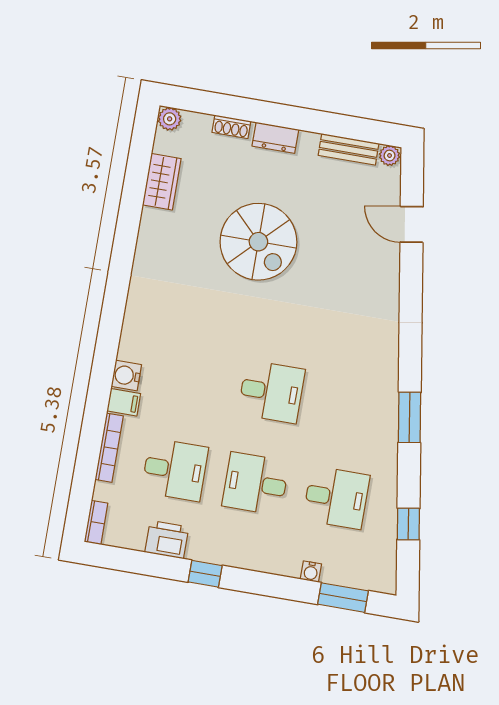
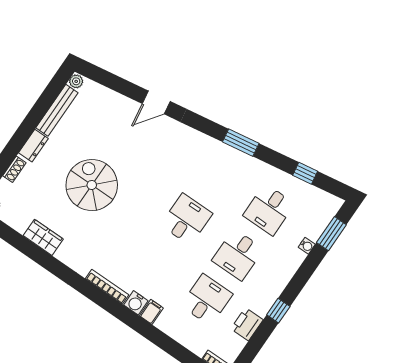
bench: (349, 149) -> (57, 110), width x1.36
wardrobe: (162, 182) -> (43, 237), moved
door: (412, 224) -> (156, 102), moved
spiral stairs: (258, 242) -> (92, 185), turned -90
bookcase: (109, 448) -> (107, 287), moved
desk: (336, 498) -> (269, 210), turned 180

